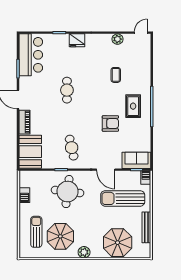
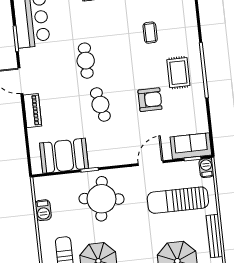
cafe table: (72, 148) -> (100, 105), moved
booth: (30, 152) -> (64, 156), moved, turned 90
door: (106, 170) -> (151, 163), swing flipped

